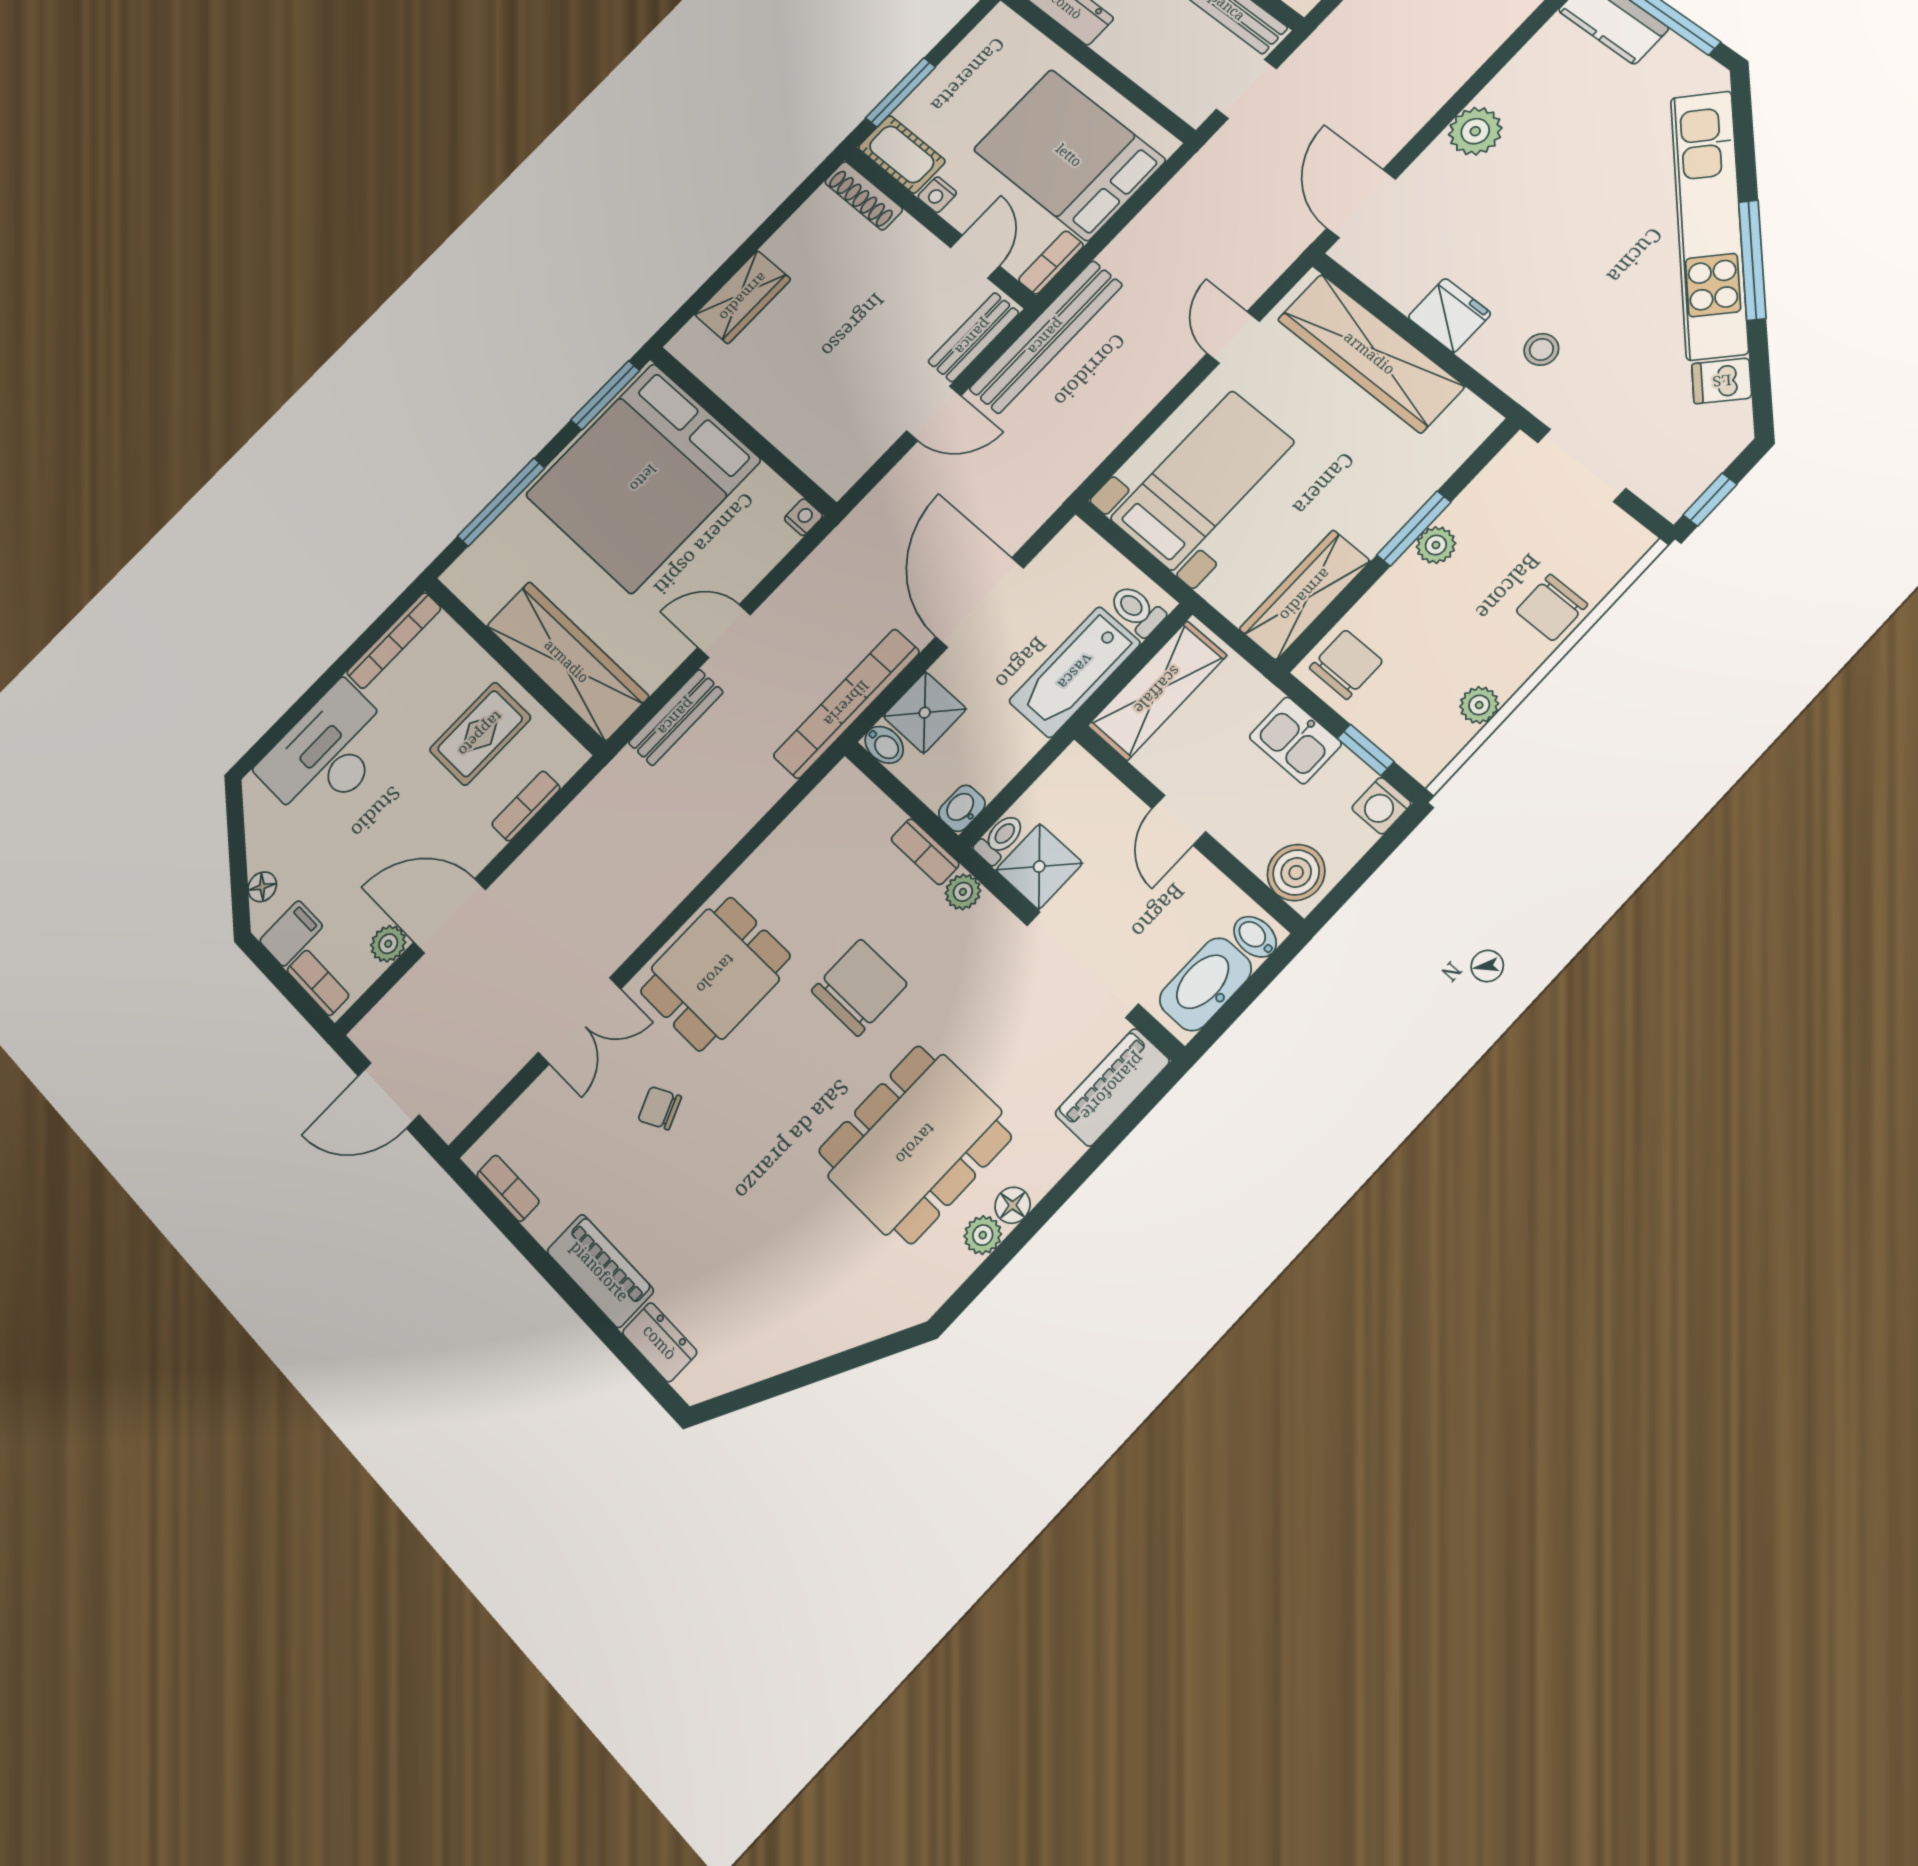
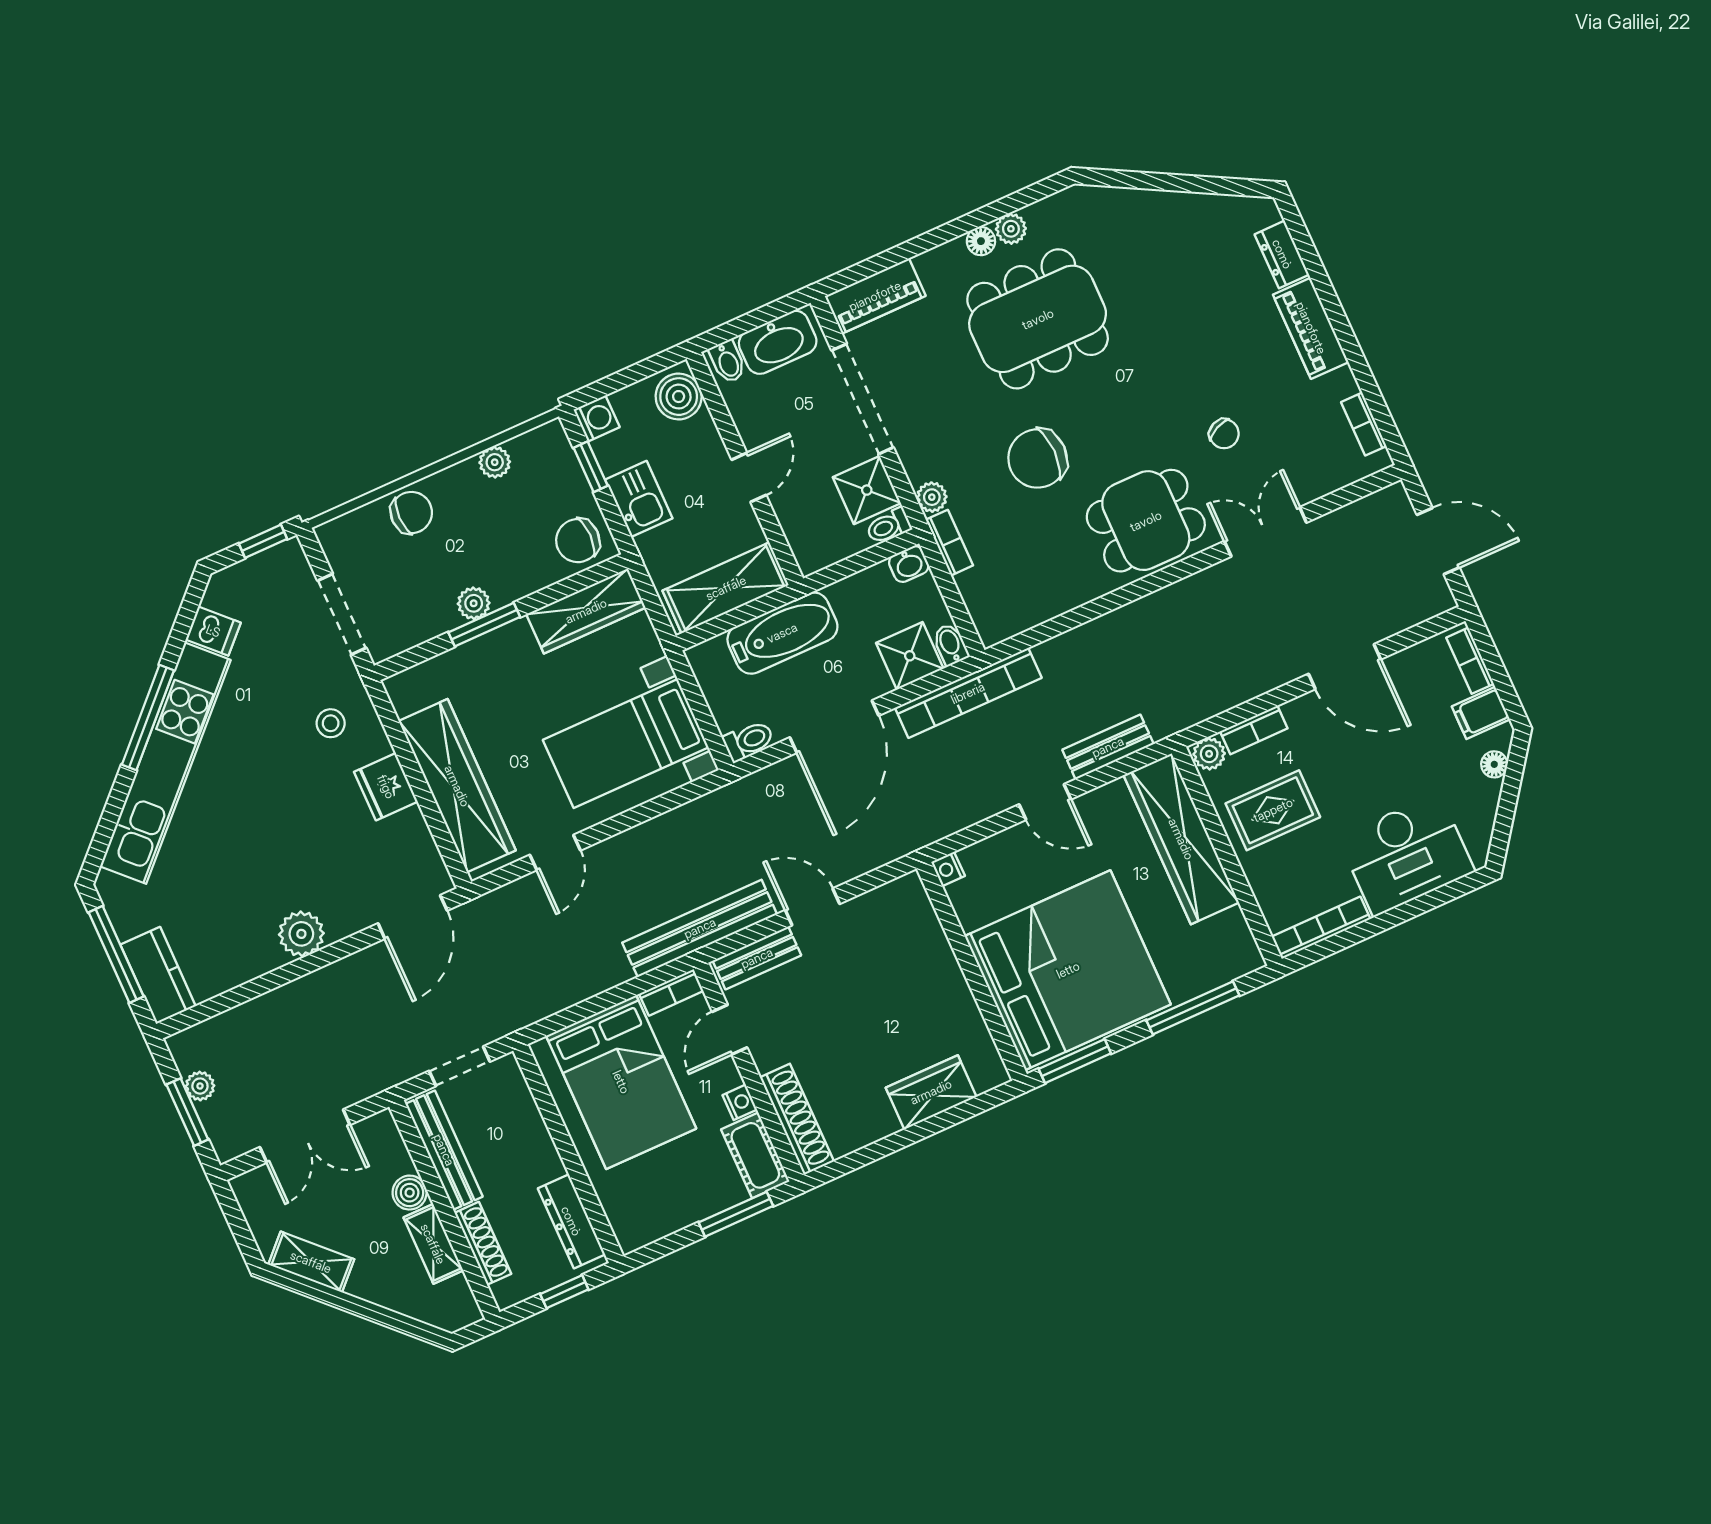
shoe rack: (864, 196) -> (797, 1119), width x1.36, depth x1.24
toilet: (1137, 610) -> (748, 741), moved, turned -90
plant: (388, 944) -> (1209, 754), moved

